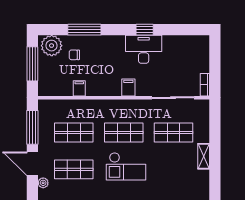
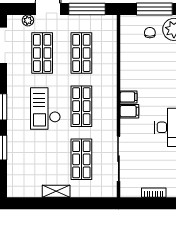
chair: (74, 55) -> (150, 33), moved
bookcase: (205, 85) -> (154, 193), moved
filing cabinet: (79, 88) -> (129, 97), moved

